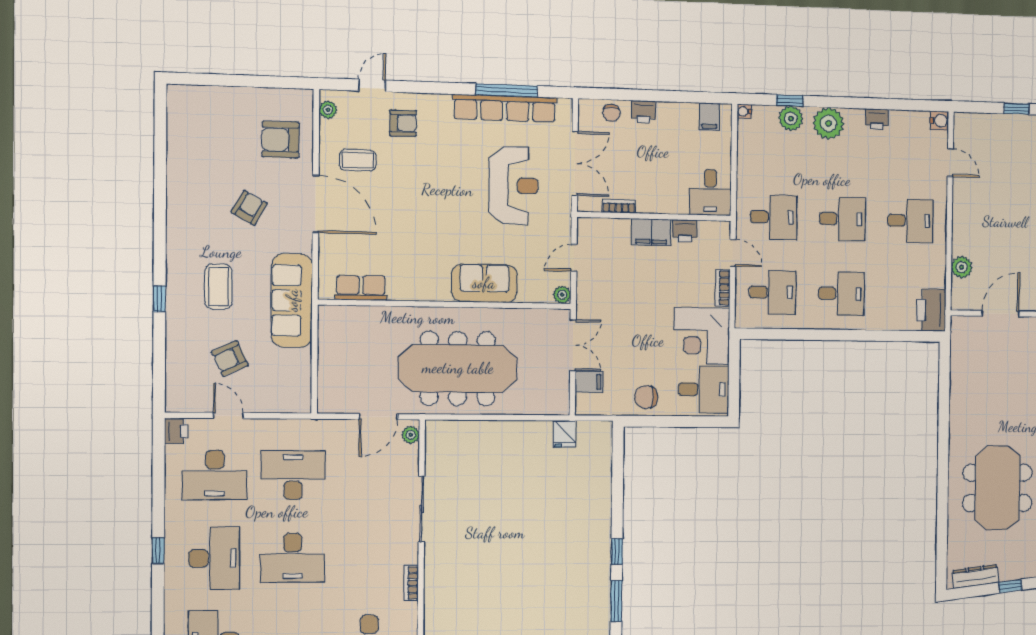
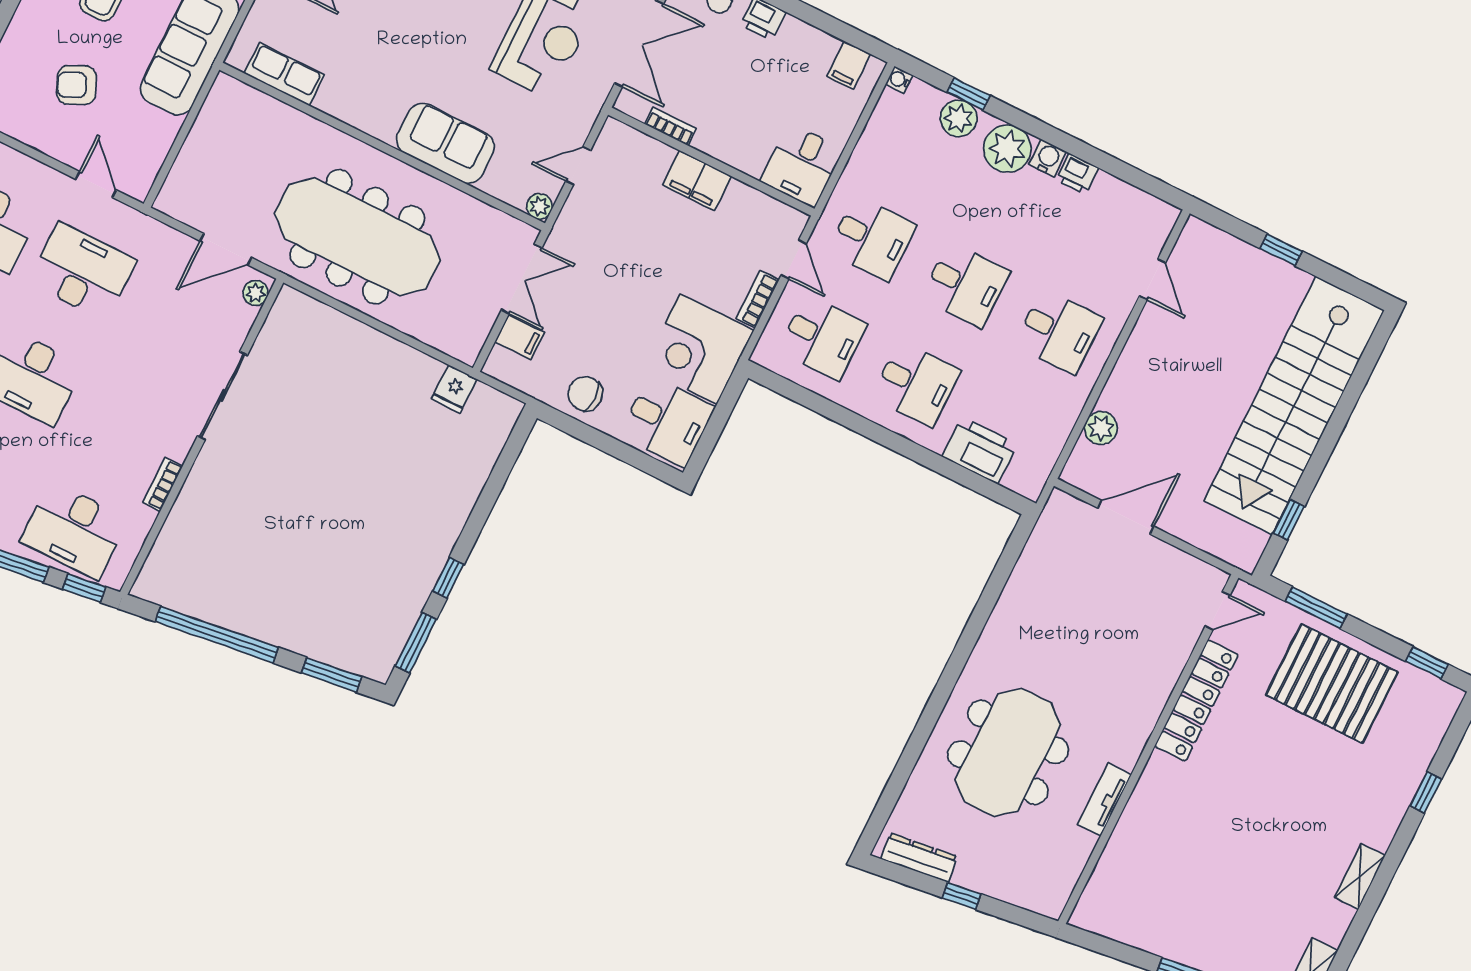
water cooler: (939, 121) -> (1048, 158), moved, turned -90
printer: (685, 231) -> (743, 200), removed
printer: (931, 310) -> (980, 450), moved, turned 90
door: (228, 416) -> (96, 185), moved

